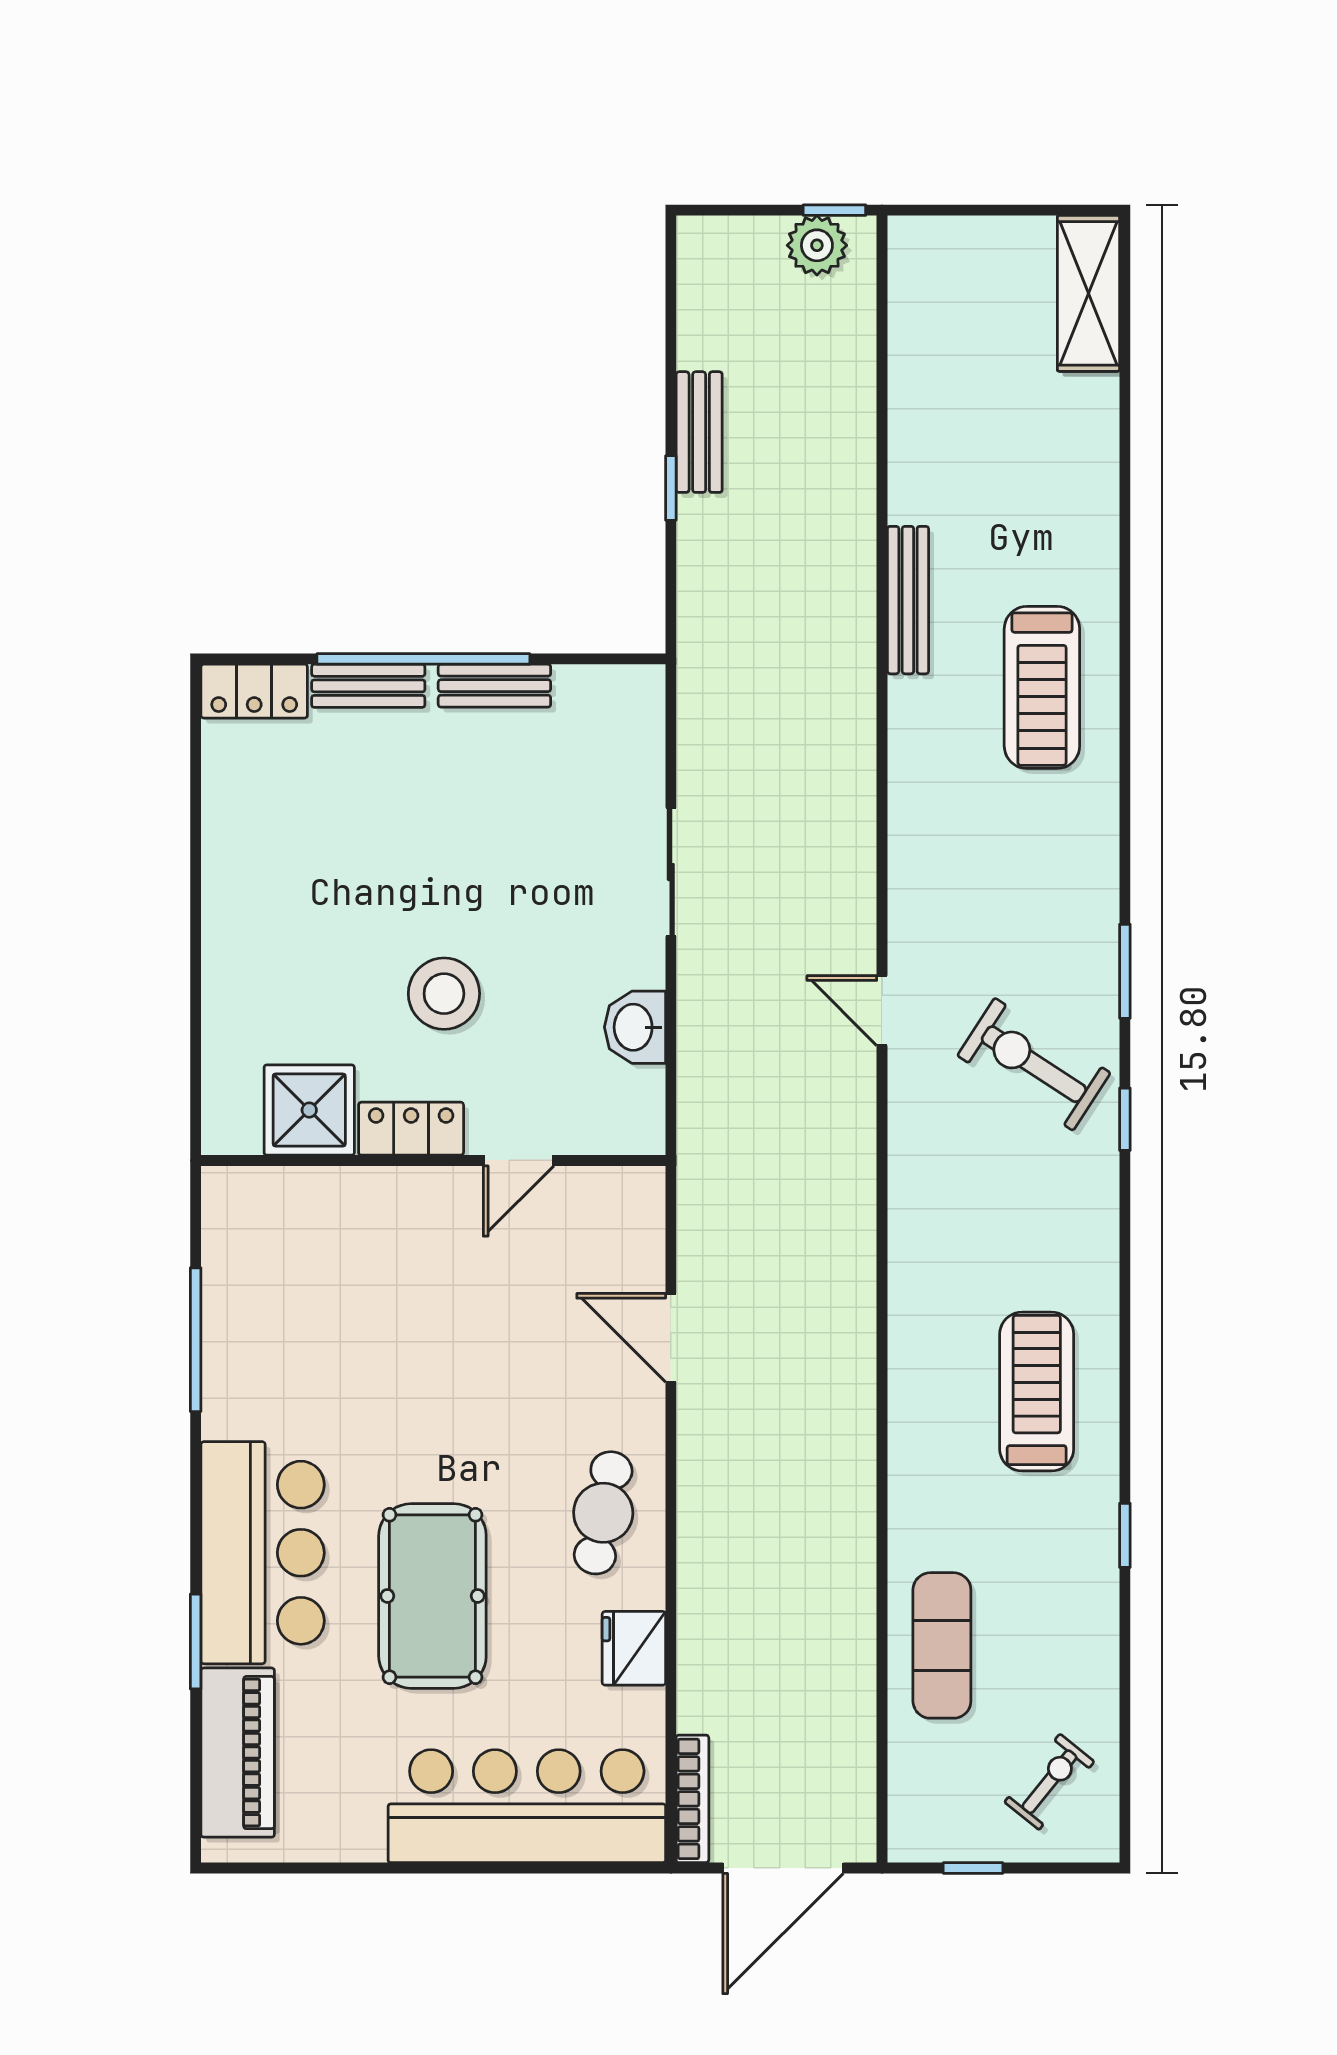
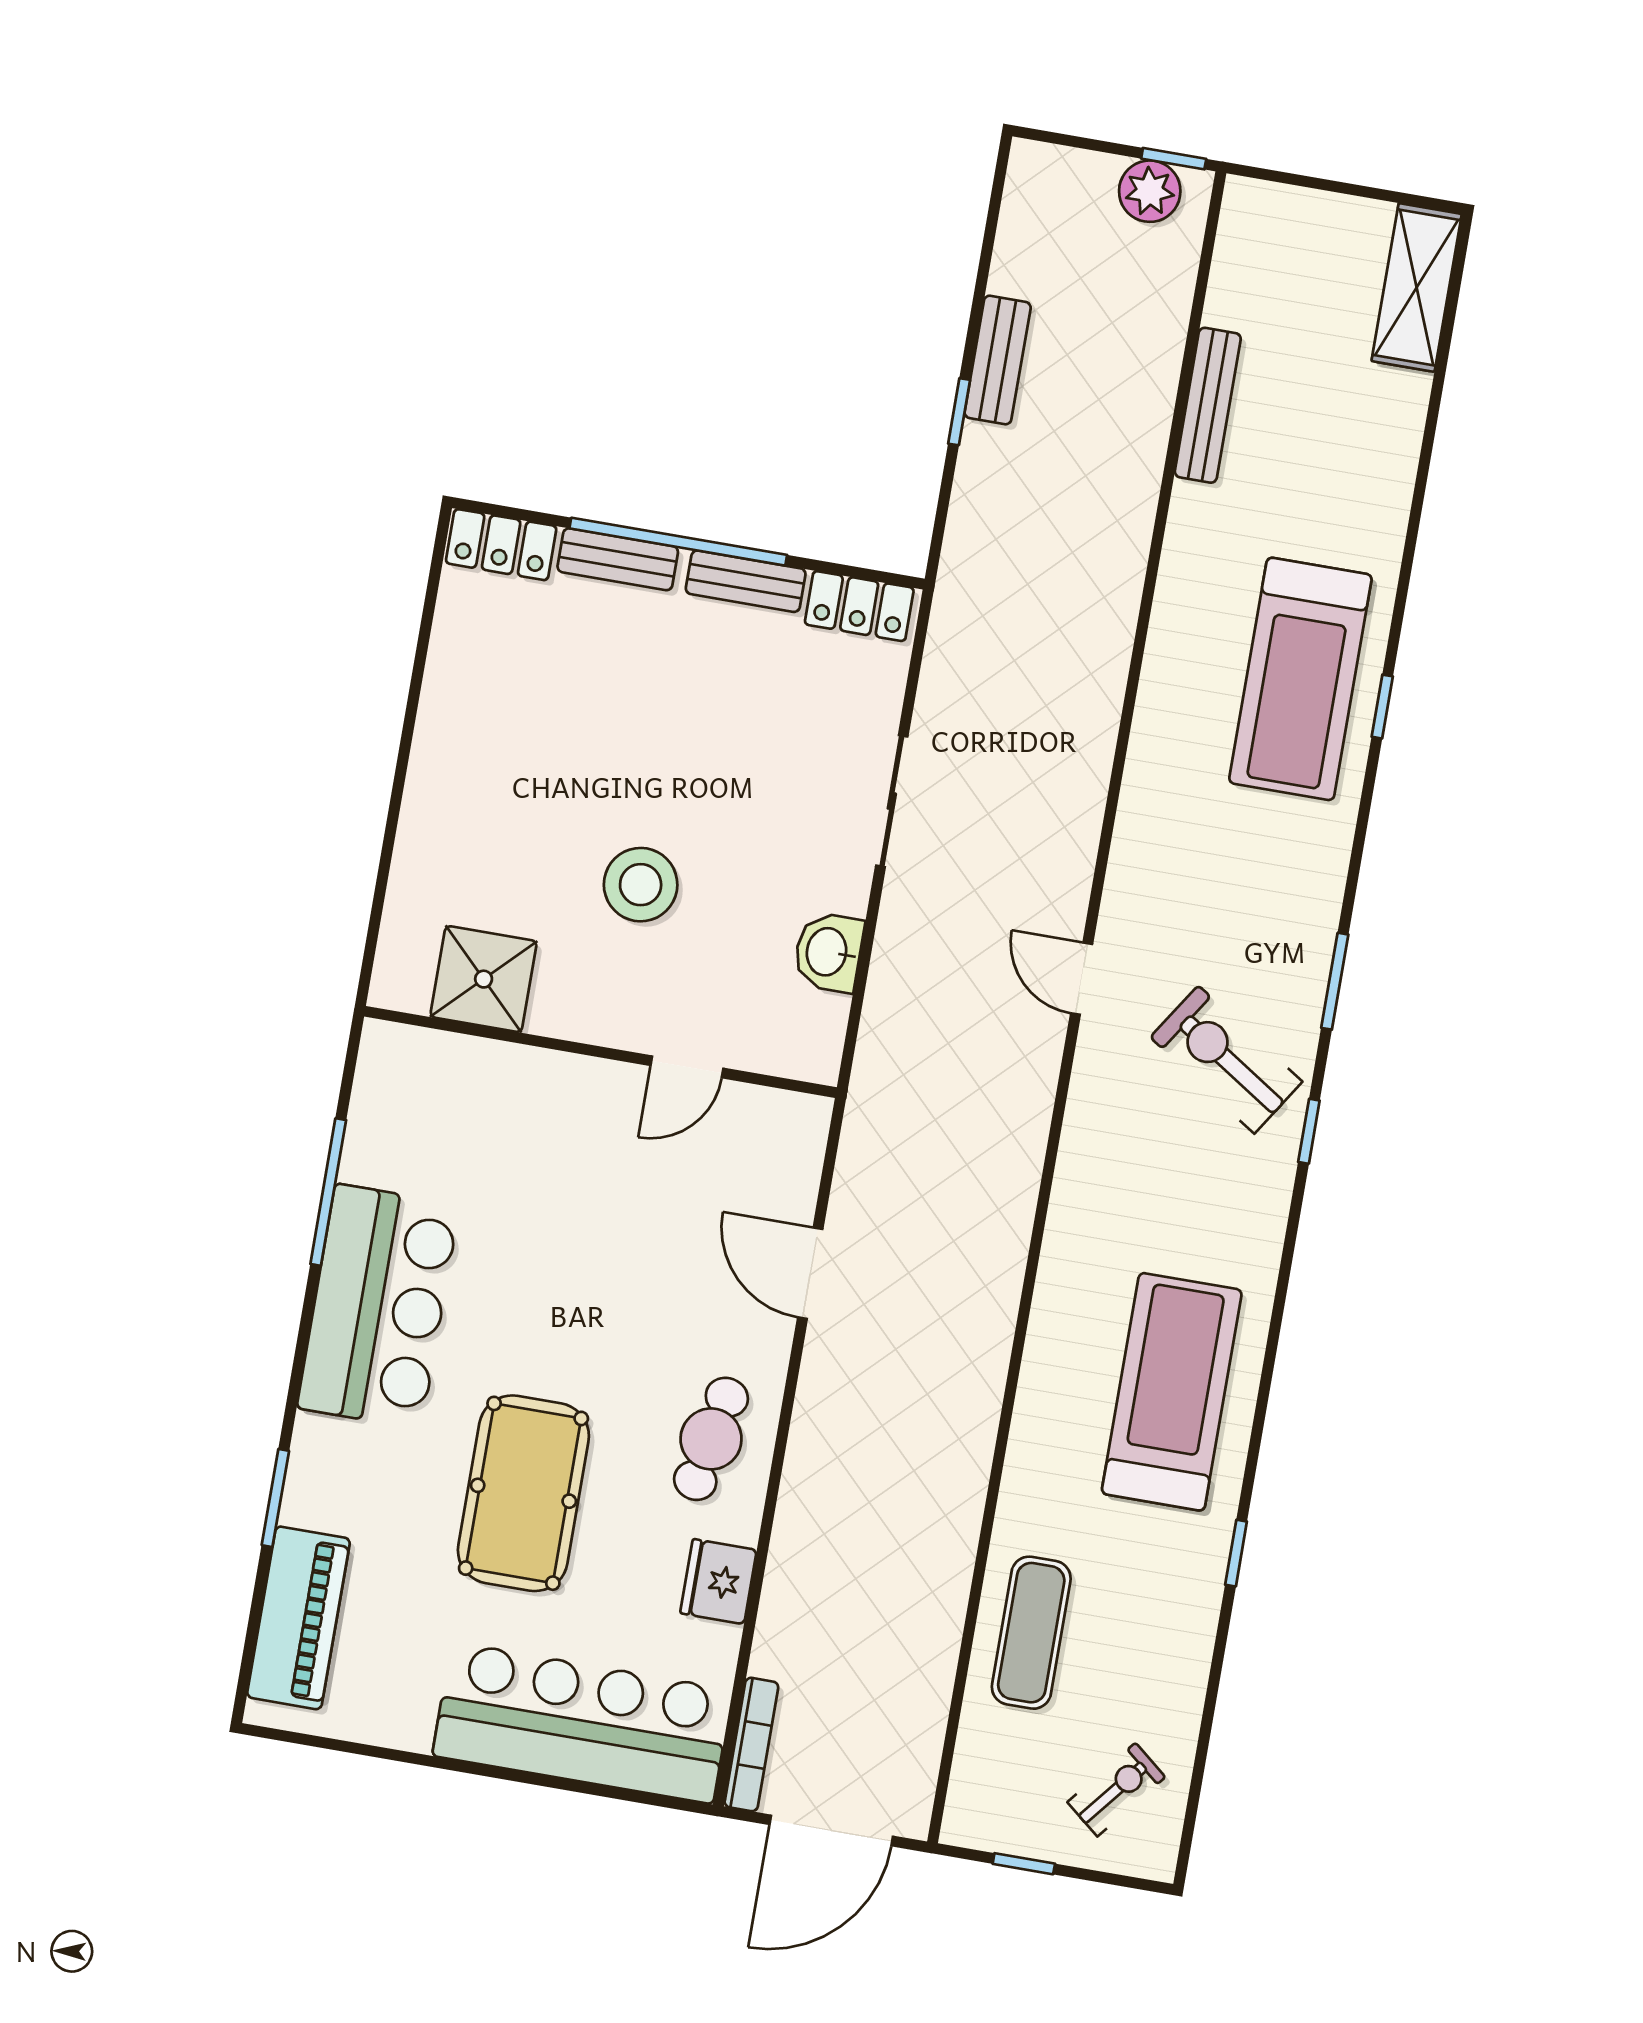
bench: (908, 600) -> (1208, 405), moved
treadmill: (1042, 687) -> (1300, 679), width x1.37, depth x1.38
window: (1125, 700) -> (1382, 707), added
locker: (411, 1129) -> (859, 606), moved, turned 180
treadmill: (1037, 1392) -> (1172, 1392), width x1.37, depth x1.38
bar counter: (263, 1553) -> (378, 1306), moved

